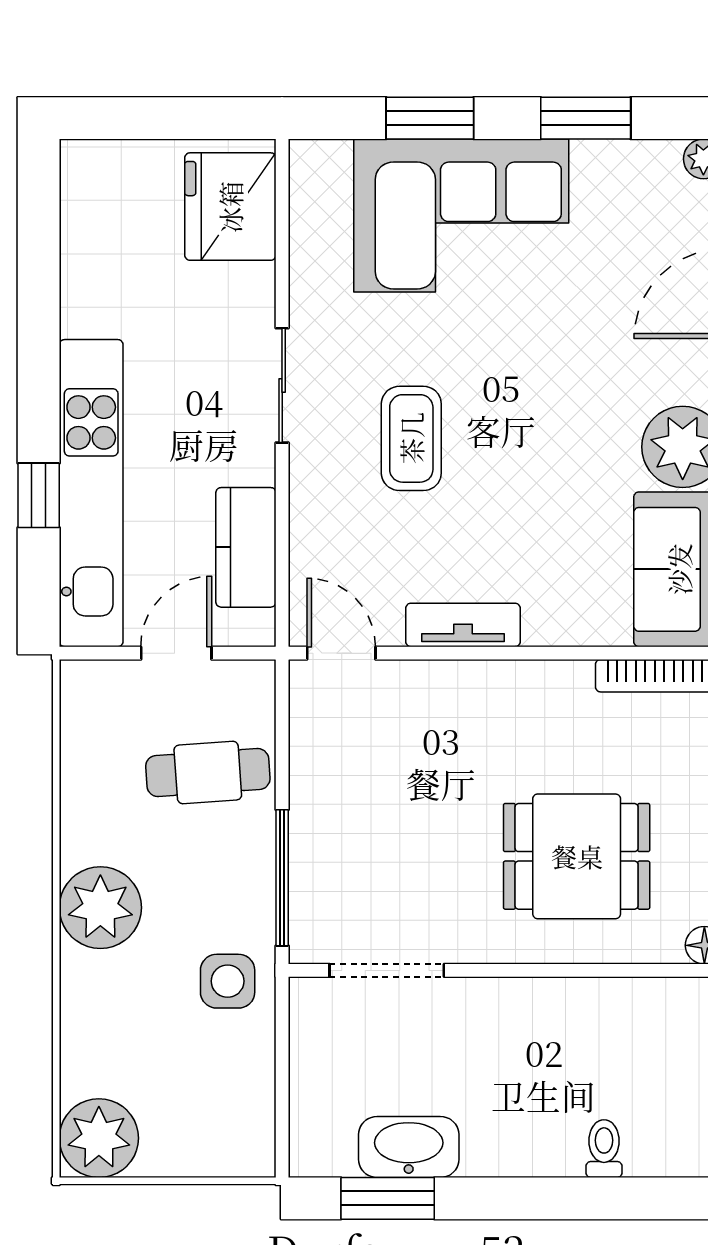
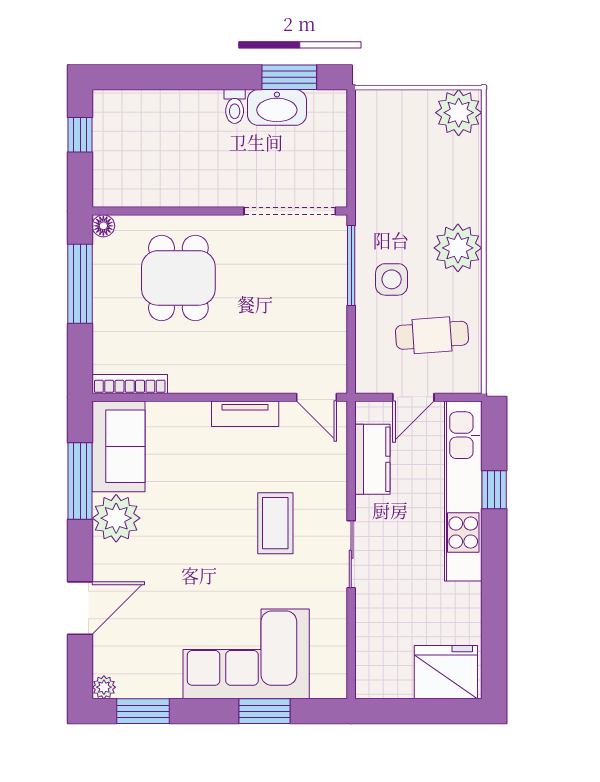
window: (586, 118) -> (143, 711), moved
fridge: (230, 207) -> (446, 672), moved, turned -90
cafe table: (208, 773) -> (432, 335), moved
dining table: (577, 856) -> (178, 278), turned 90
doorway: (387, 970) -> (290, 211), width x1.36
side table: (228, 981) -> (392, 279), moved
toilet: (604, 1149) -> (235, 107), moved

